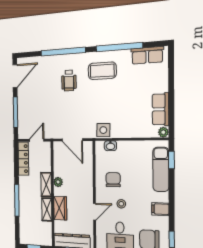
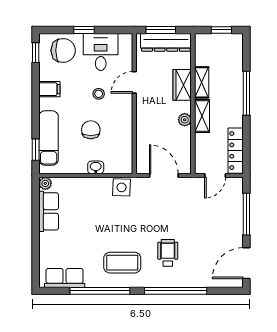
washbasin: (110, 146) -> (96, 167), moved
chair: (113, 180) -> (91, 130), moved, turned 180

